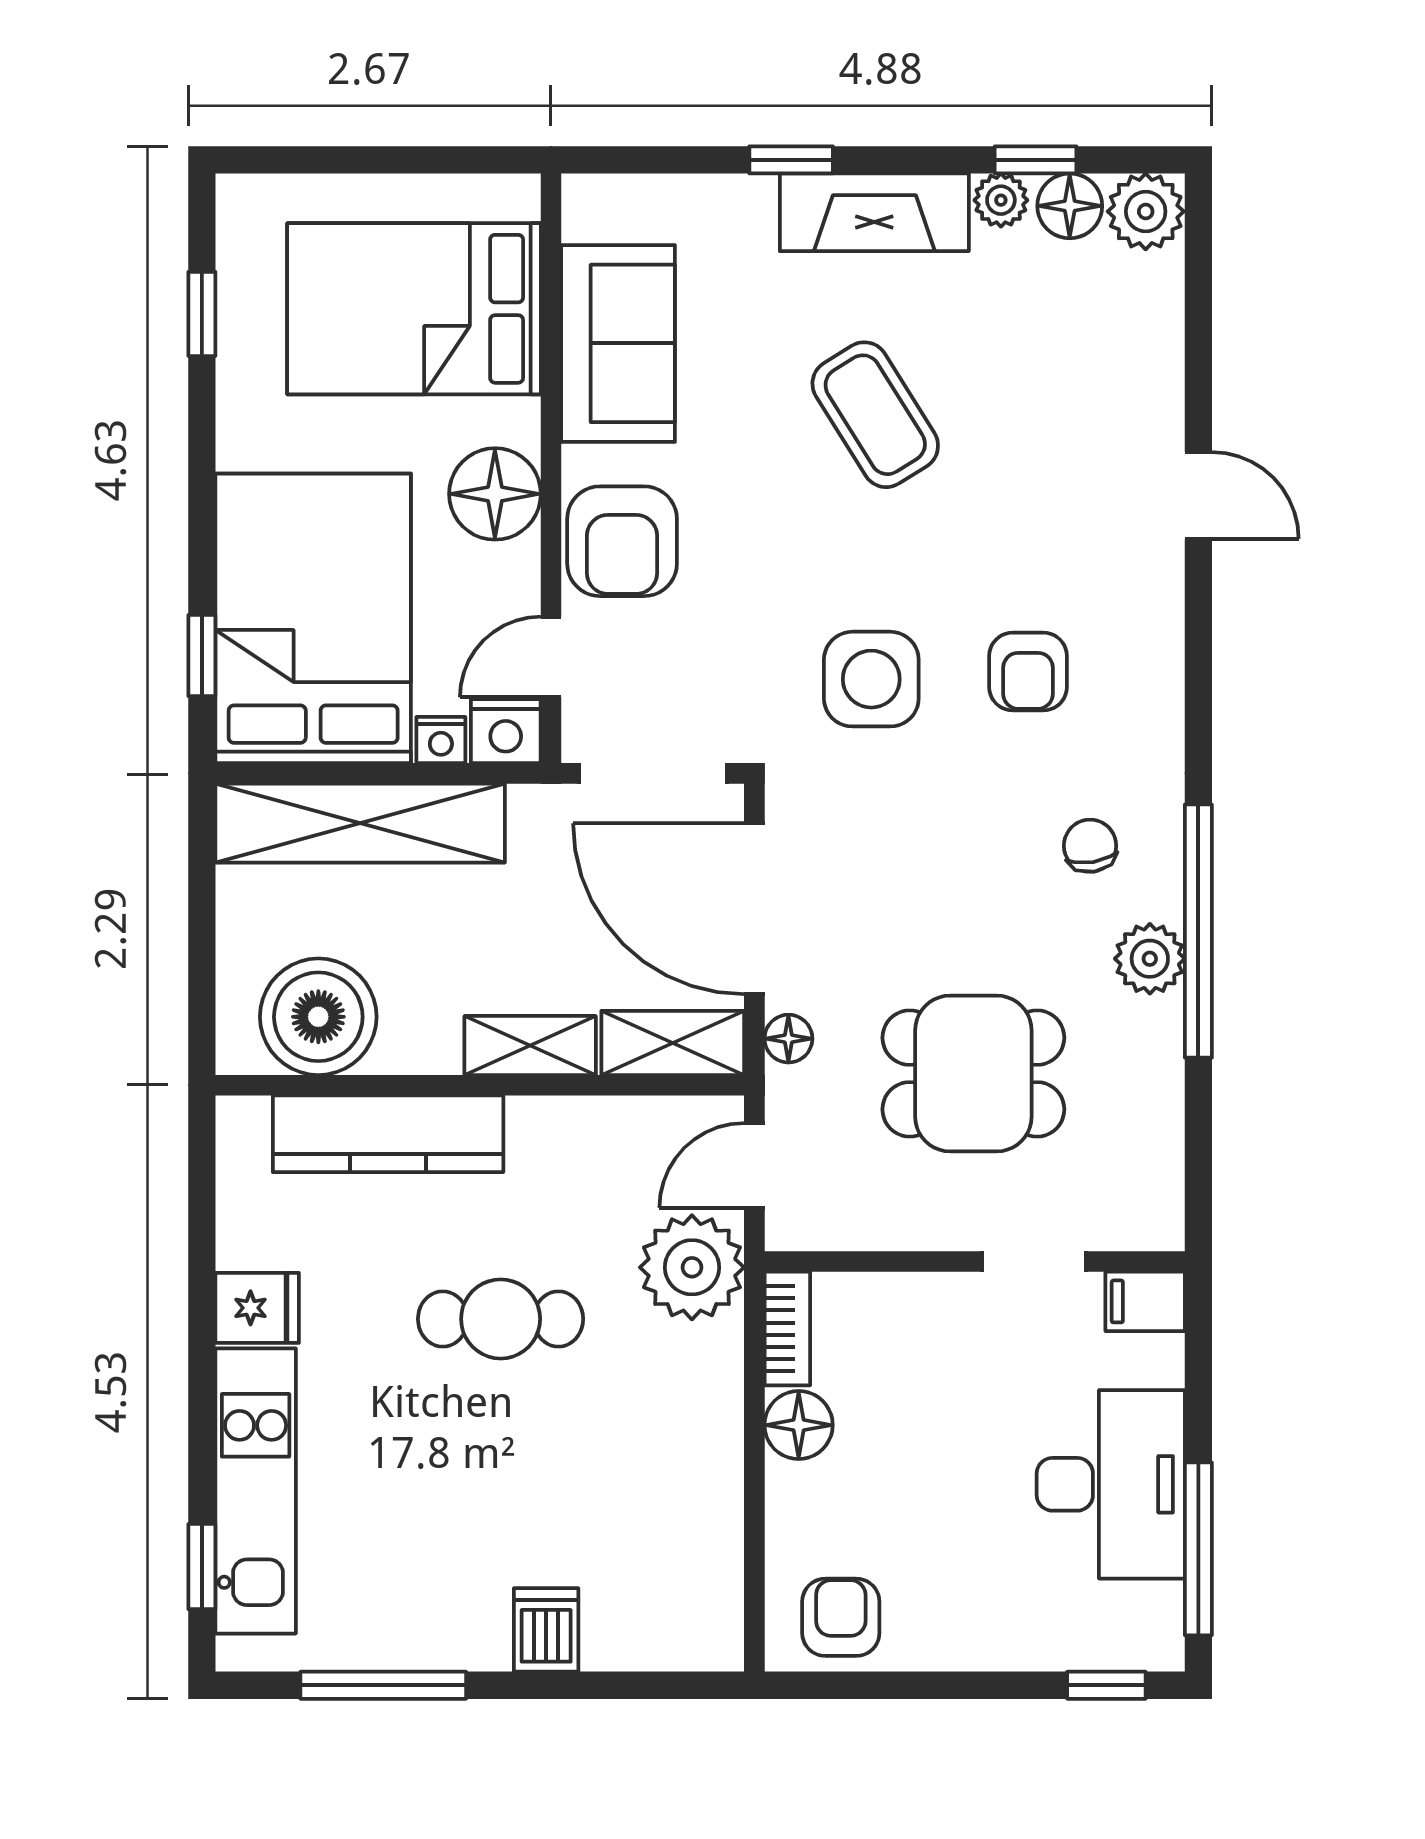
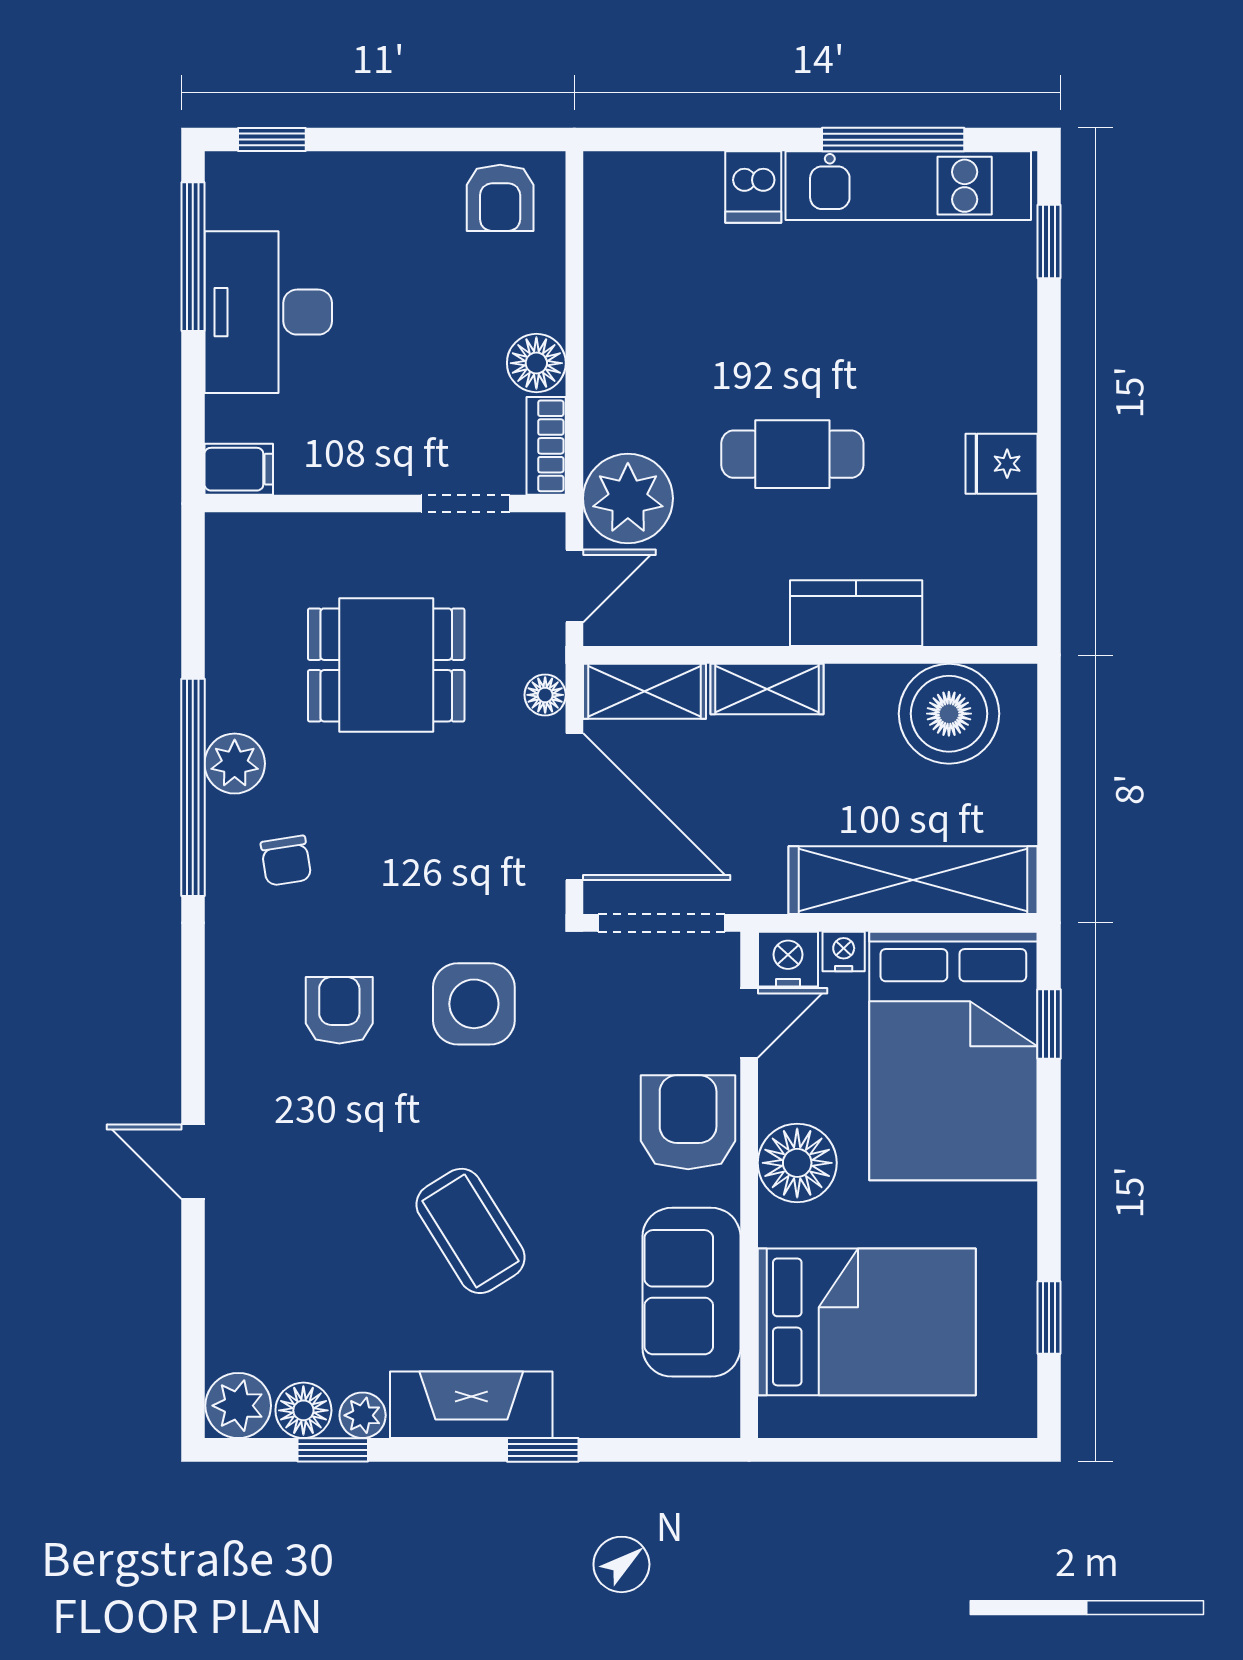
kitchen counter: (388, 1134) -> (856, 613), width x0.67
doorway: (1034, 1261) -> (465, 503), moved
kitchen unit: (256, 1491) -> (908, 186), moved, turned -90

